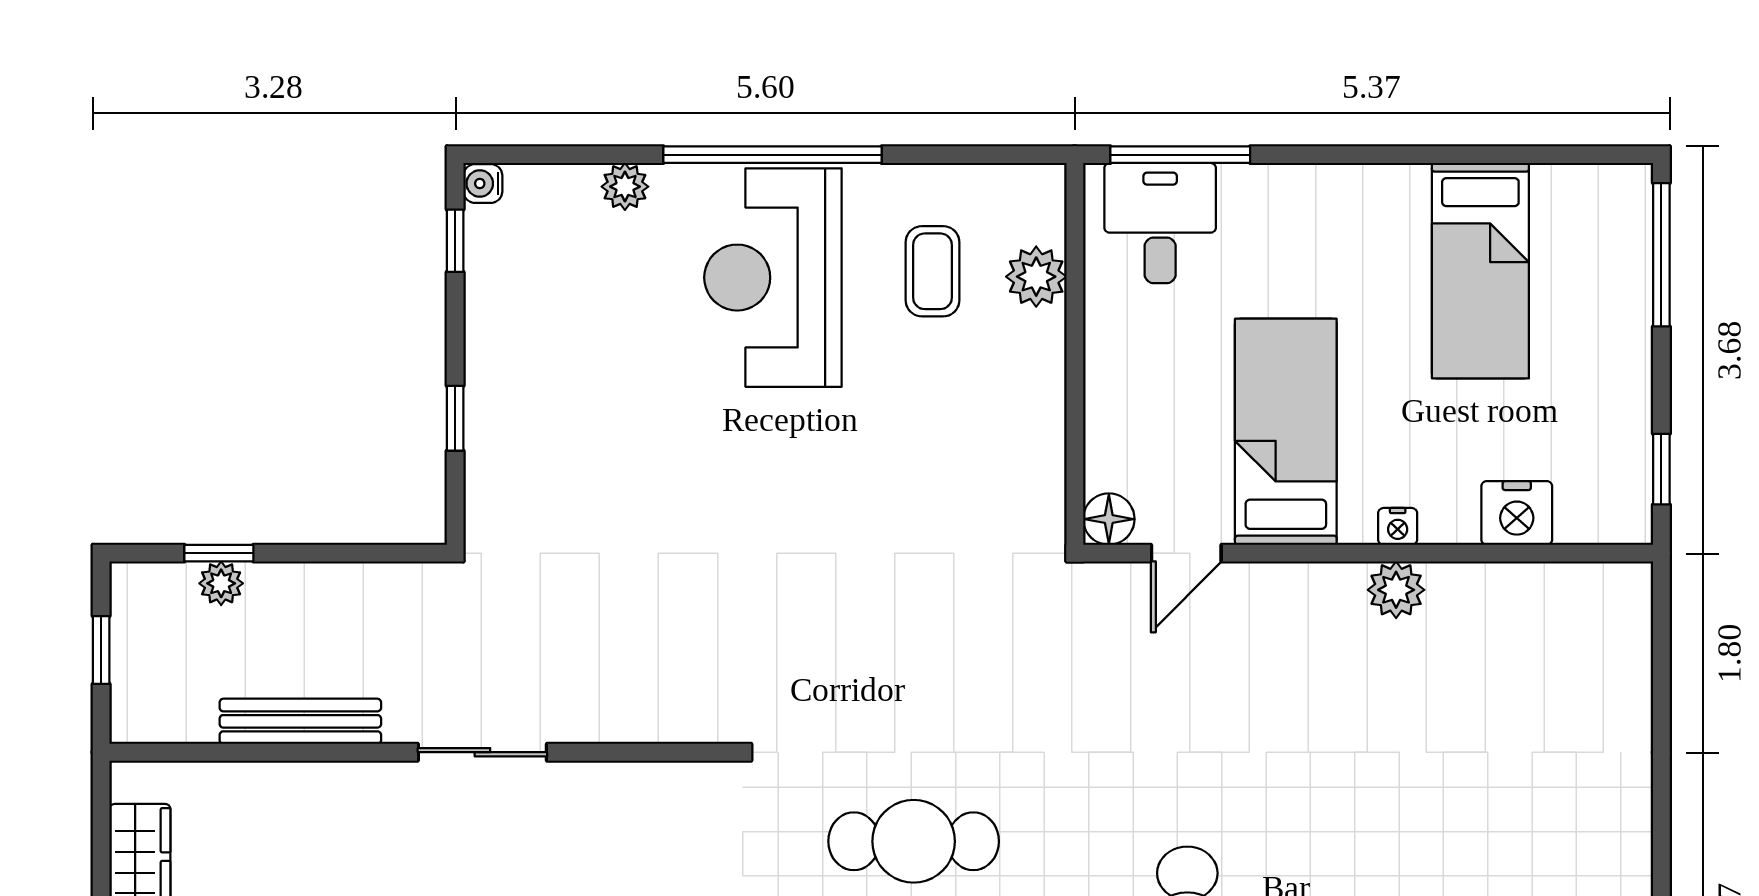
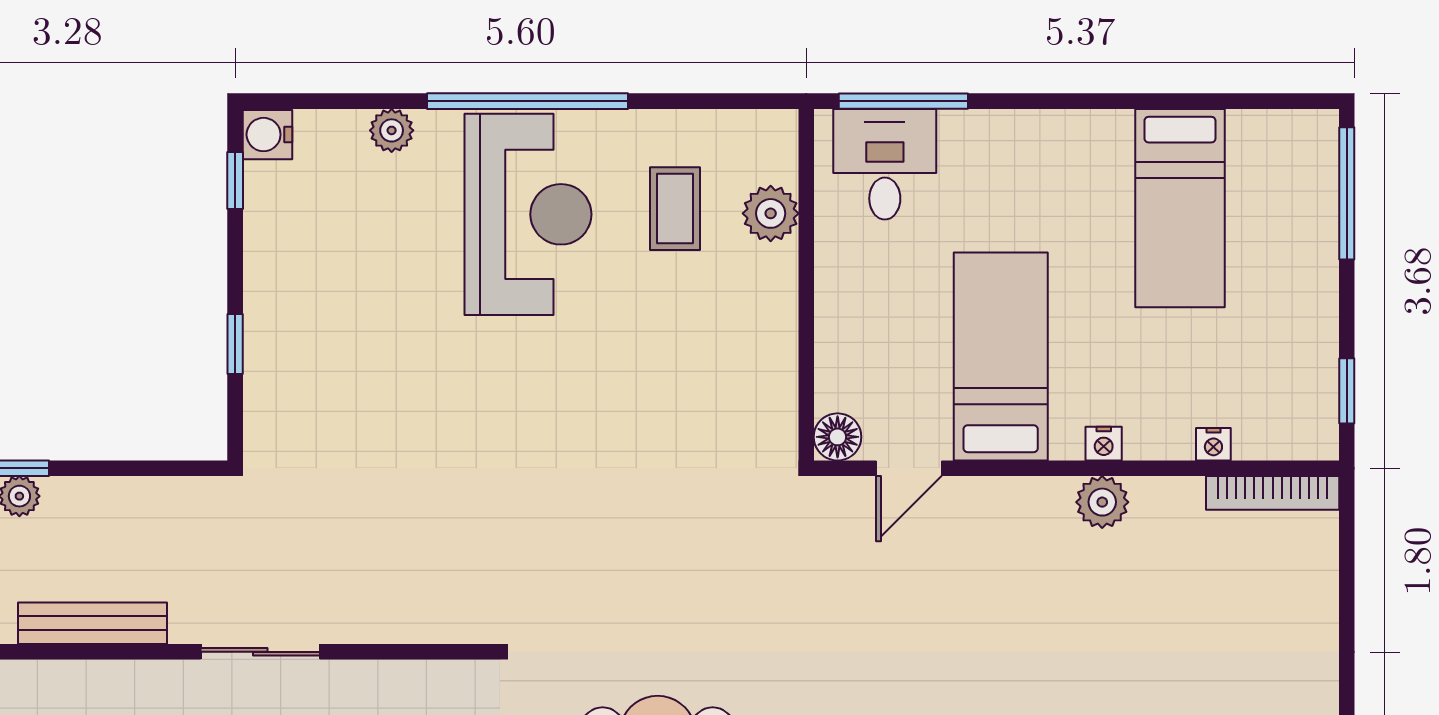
water cooler: (483, 184) -> (267, 135), width x1.38, depth x1.38
reception desk: (773, 278) -> (528, 214), turned 180
nightstand: (1517, 513) -> (1213, 444), width x0.53, depth x0.56
bookcase: (1581, 580) -> (1273, 493), added

